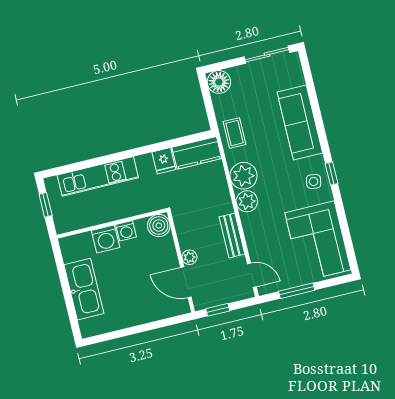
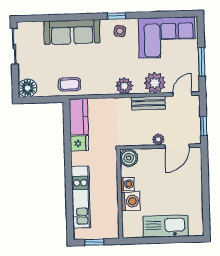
plant: (244, 176) -> (155, 83), moved

